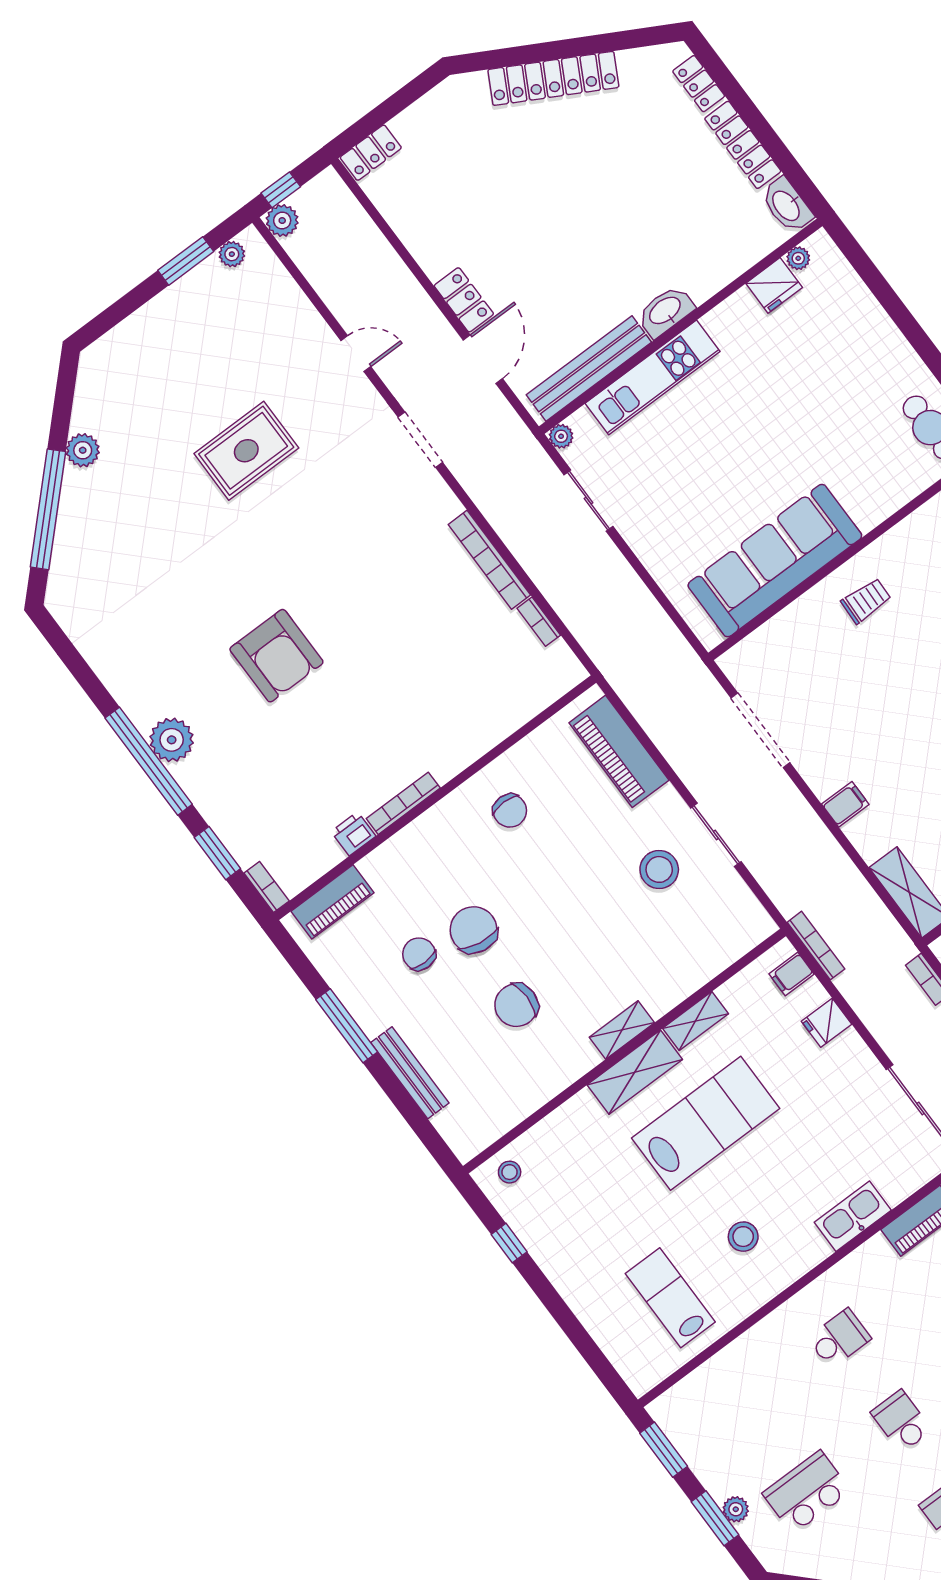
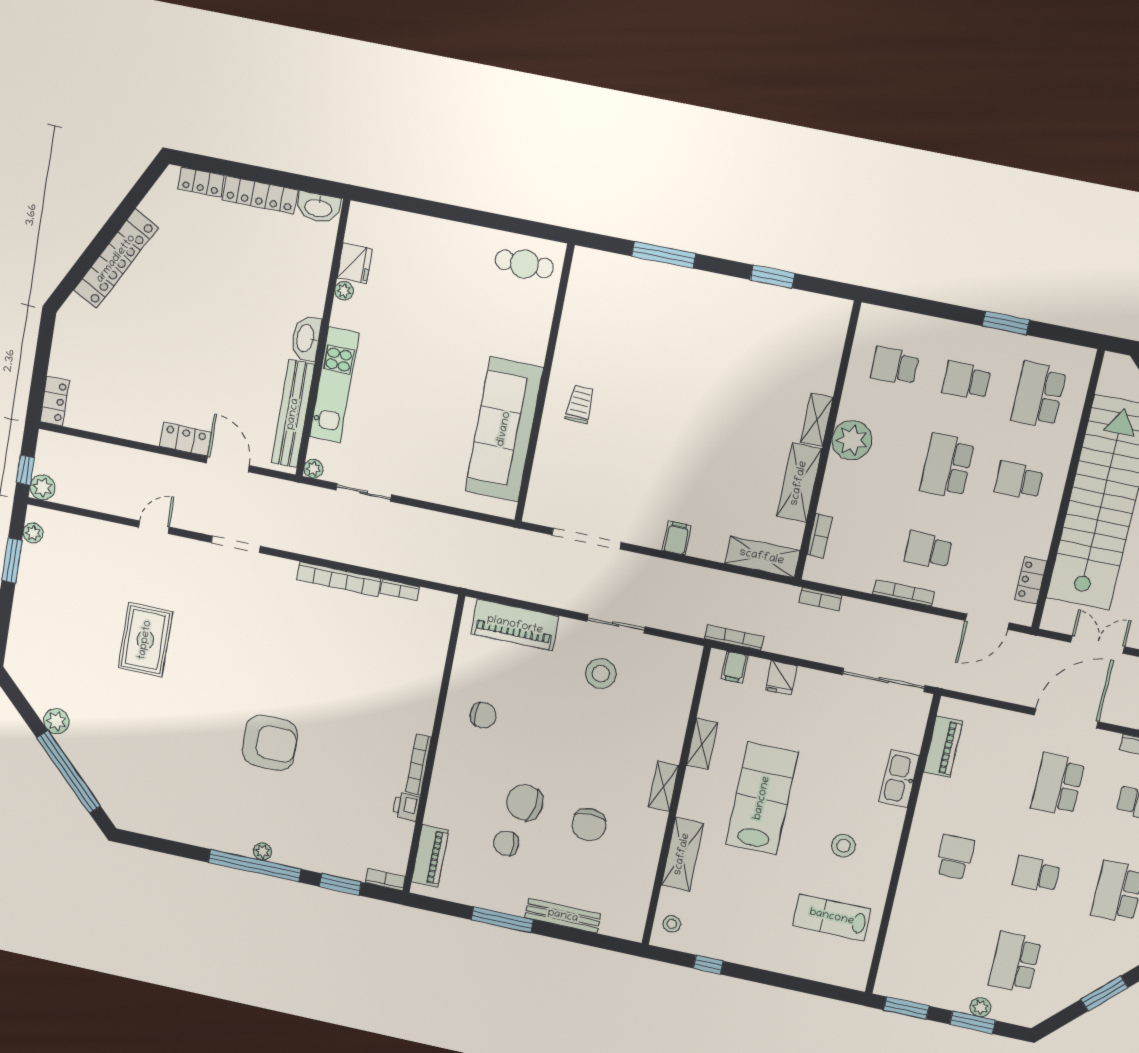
plant: (798, 258) -> (344, 291), moved
plant: (172, 740) -> (262, 852), width x0.53, depth x0.53
shelving: (635, 1072) -> (682, 854), moved

